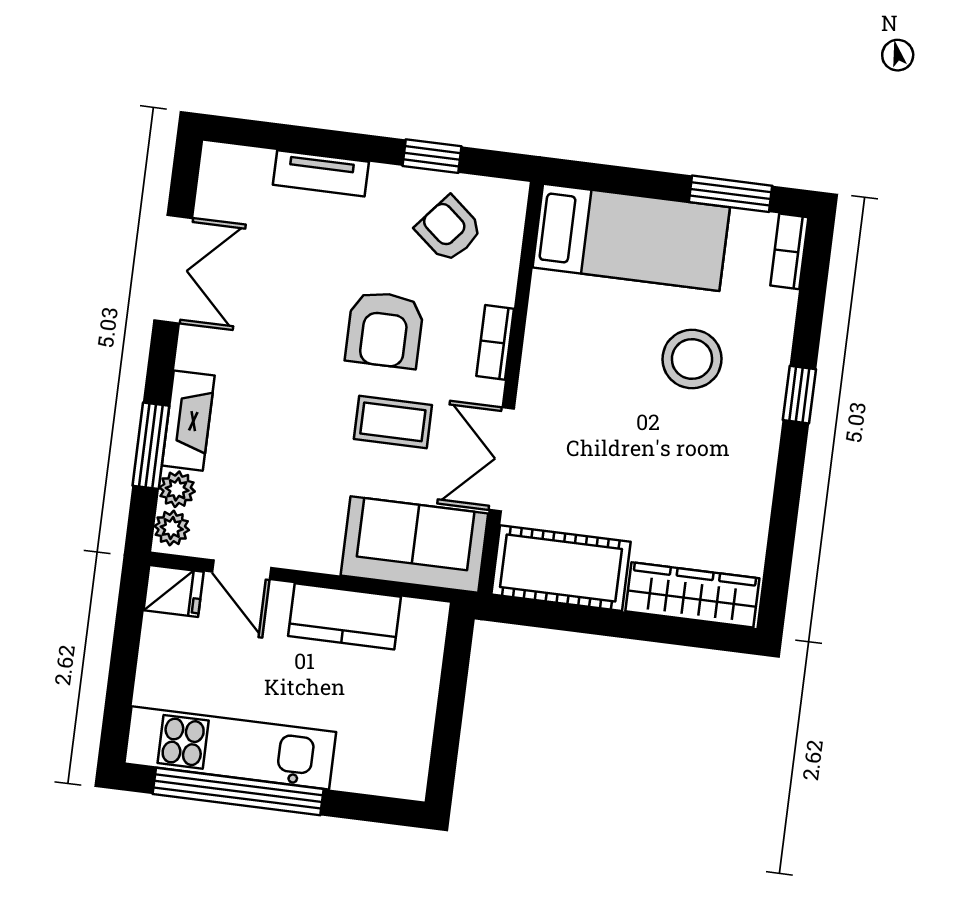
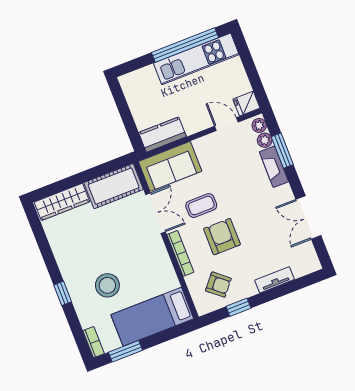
bookcase: (495, 342) -> (180, 253), width x1.56
kitchen counter: (344, 616) -> (162, 135), moved

